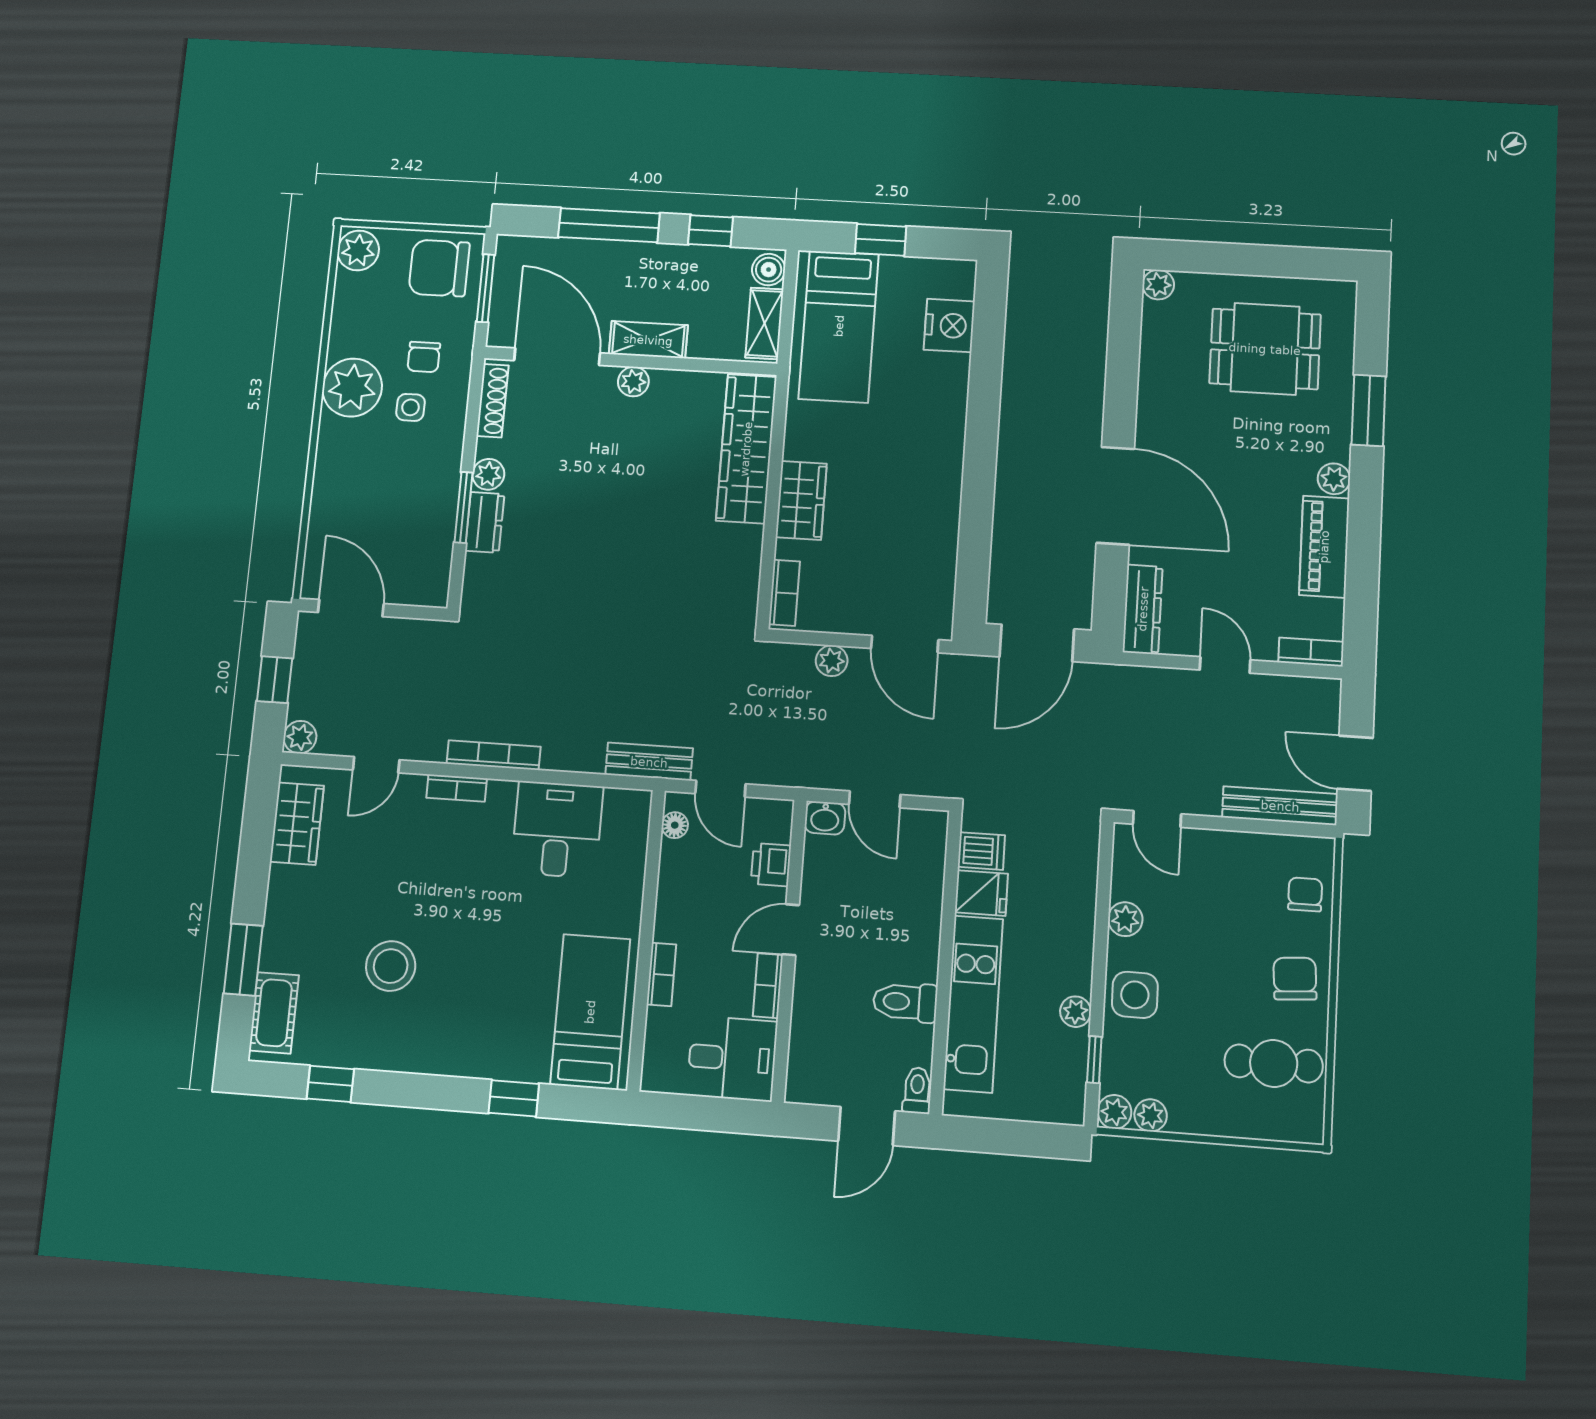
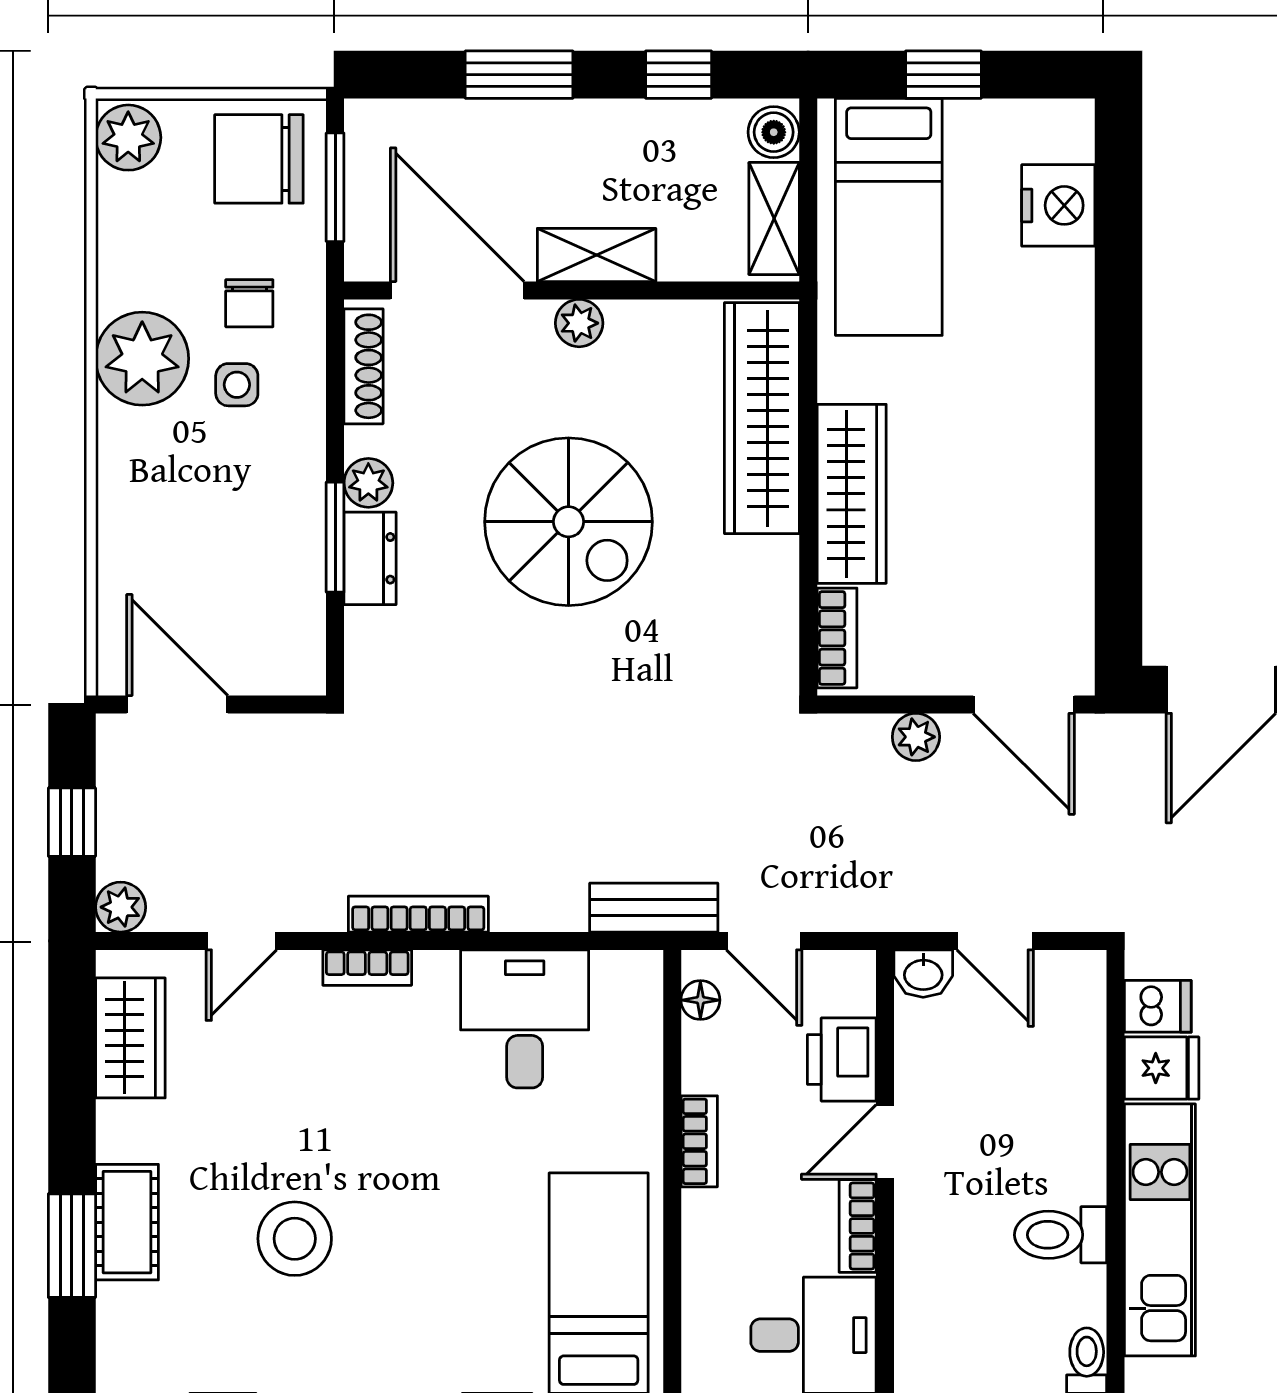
window: (609, 225) -> (519, 75), width x0.69
wardrobe: (801, 500) -> (852, 494), width x1.50
spiral stairs: (615, 507) -> (568, 522), added
printer: (771, 865) -> (842, 1060), width x1.36, depth x1.24
bookcase: (661, 974) -> (699, 1141), moved
cot: (274, 1013) -> (127, 1222), moved

